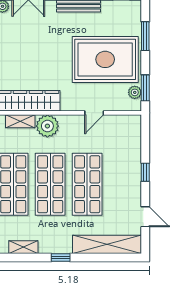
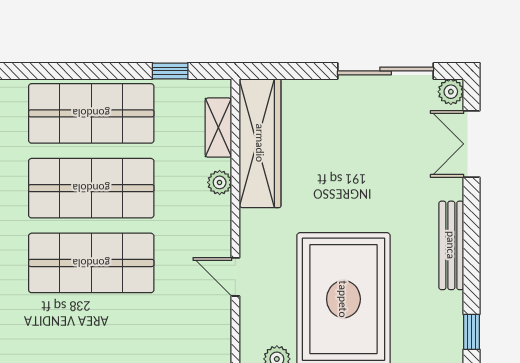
plant: (47, 126) -> (220, 182), width x0.53, depth x0.53

